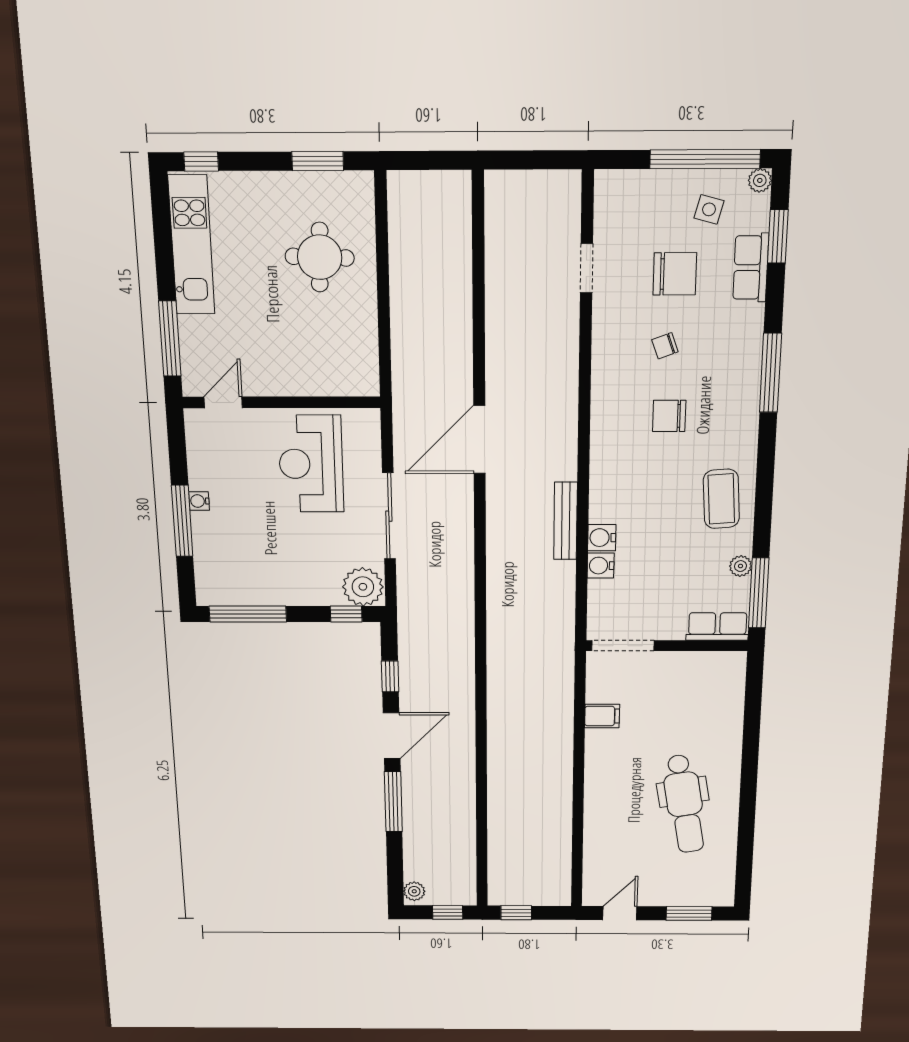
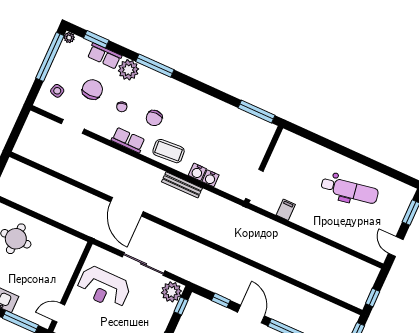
side table: (709, 209) -> (57, 91), moved
door: (223, 402) -> (59, 313), hinge flipped
coffee table: (721, 499) -> (169, 151), moved
plant: (741, 566) -> (128, 70), moved, width x1.87, depth x1.87
row of seats: (718, 627) -> (128, 140), moved, turned 90

